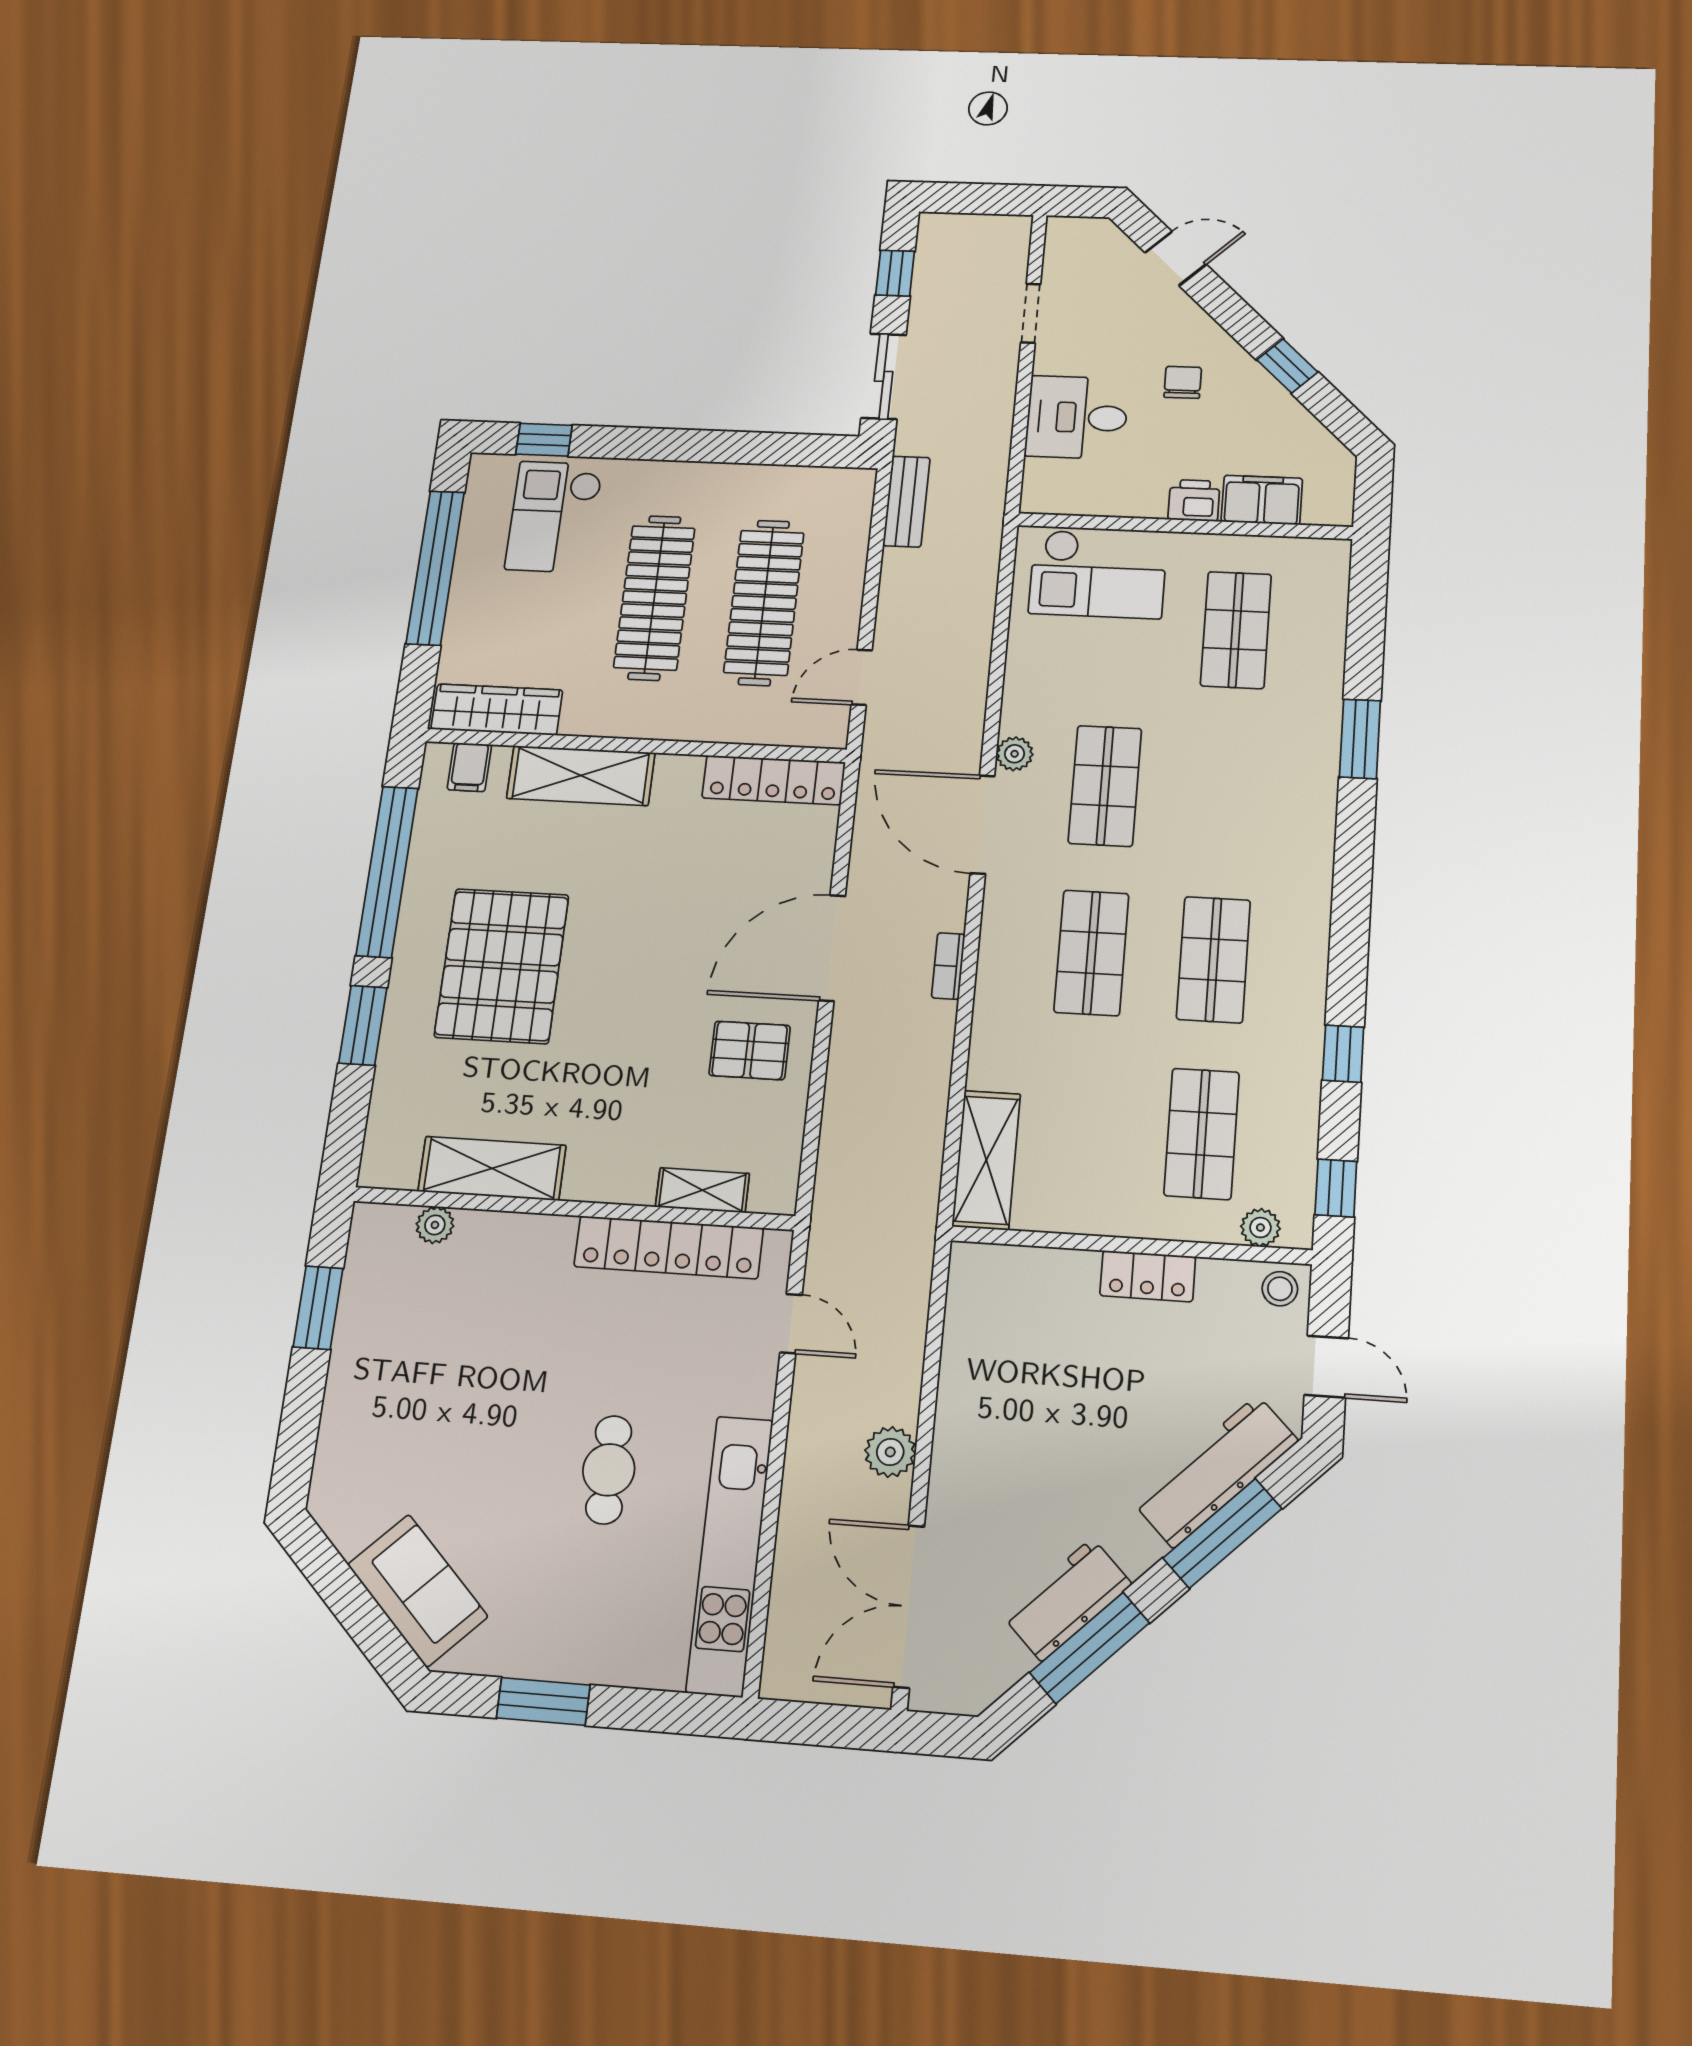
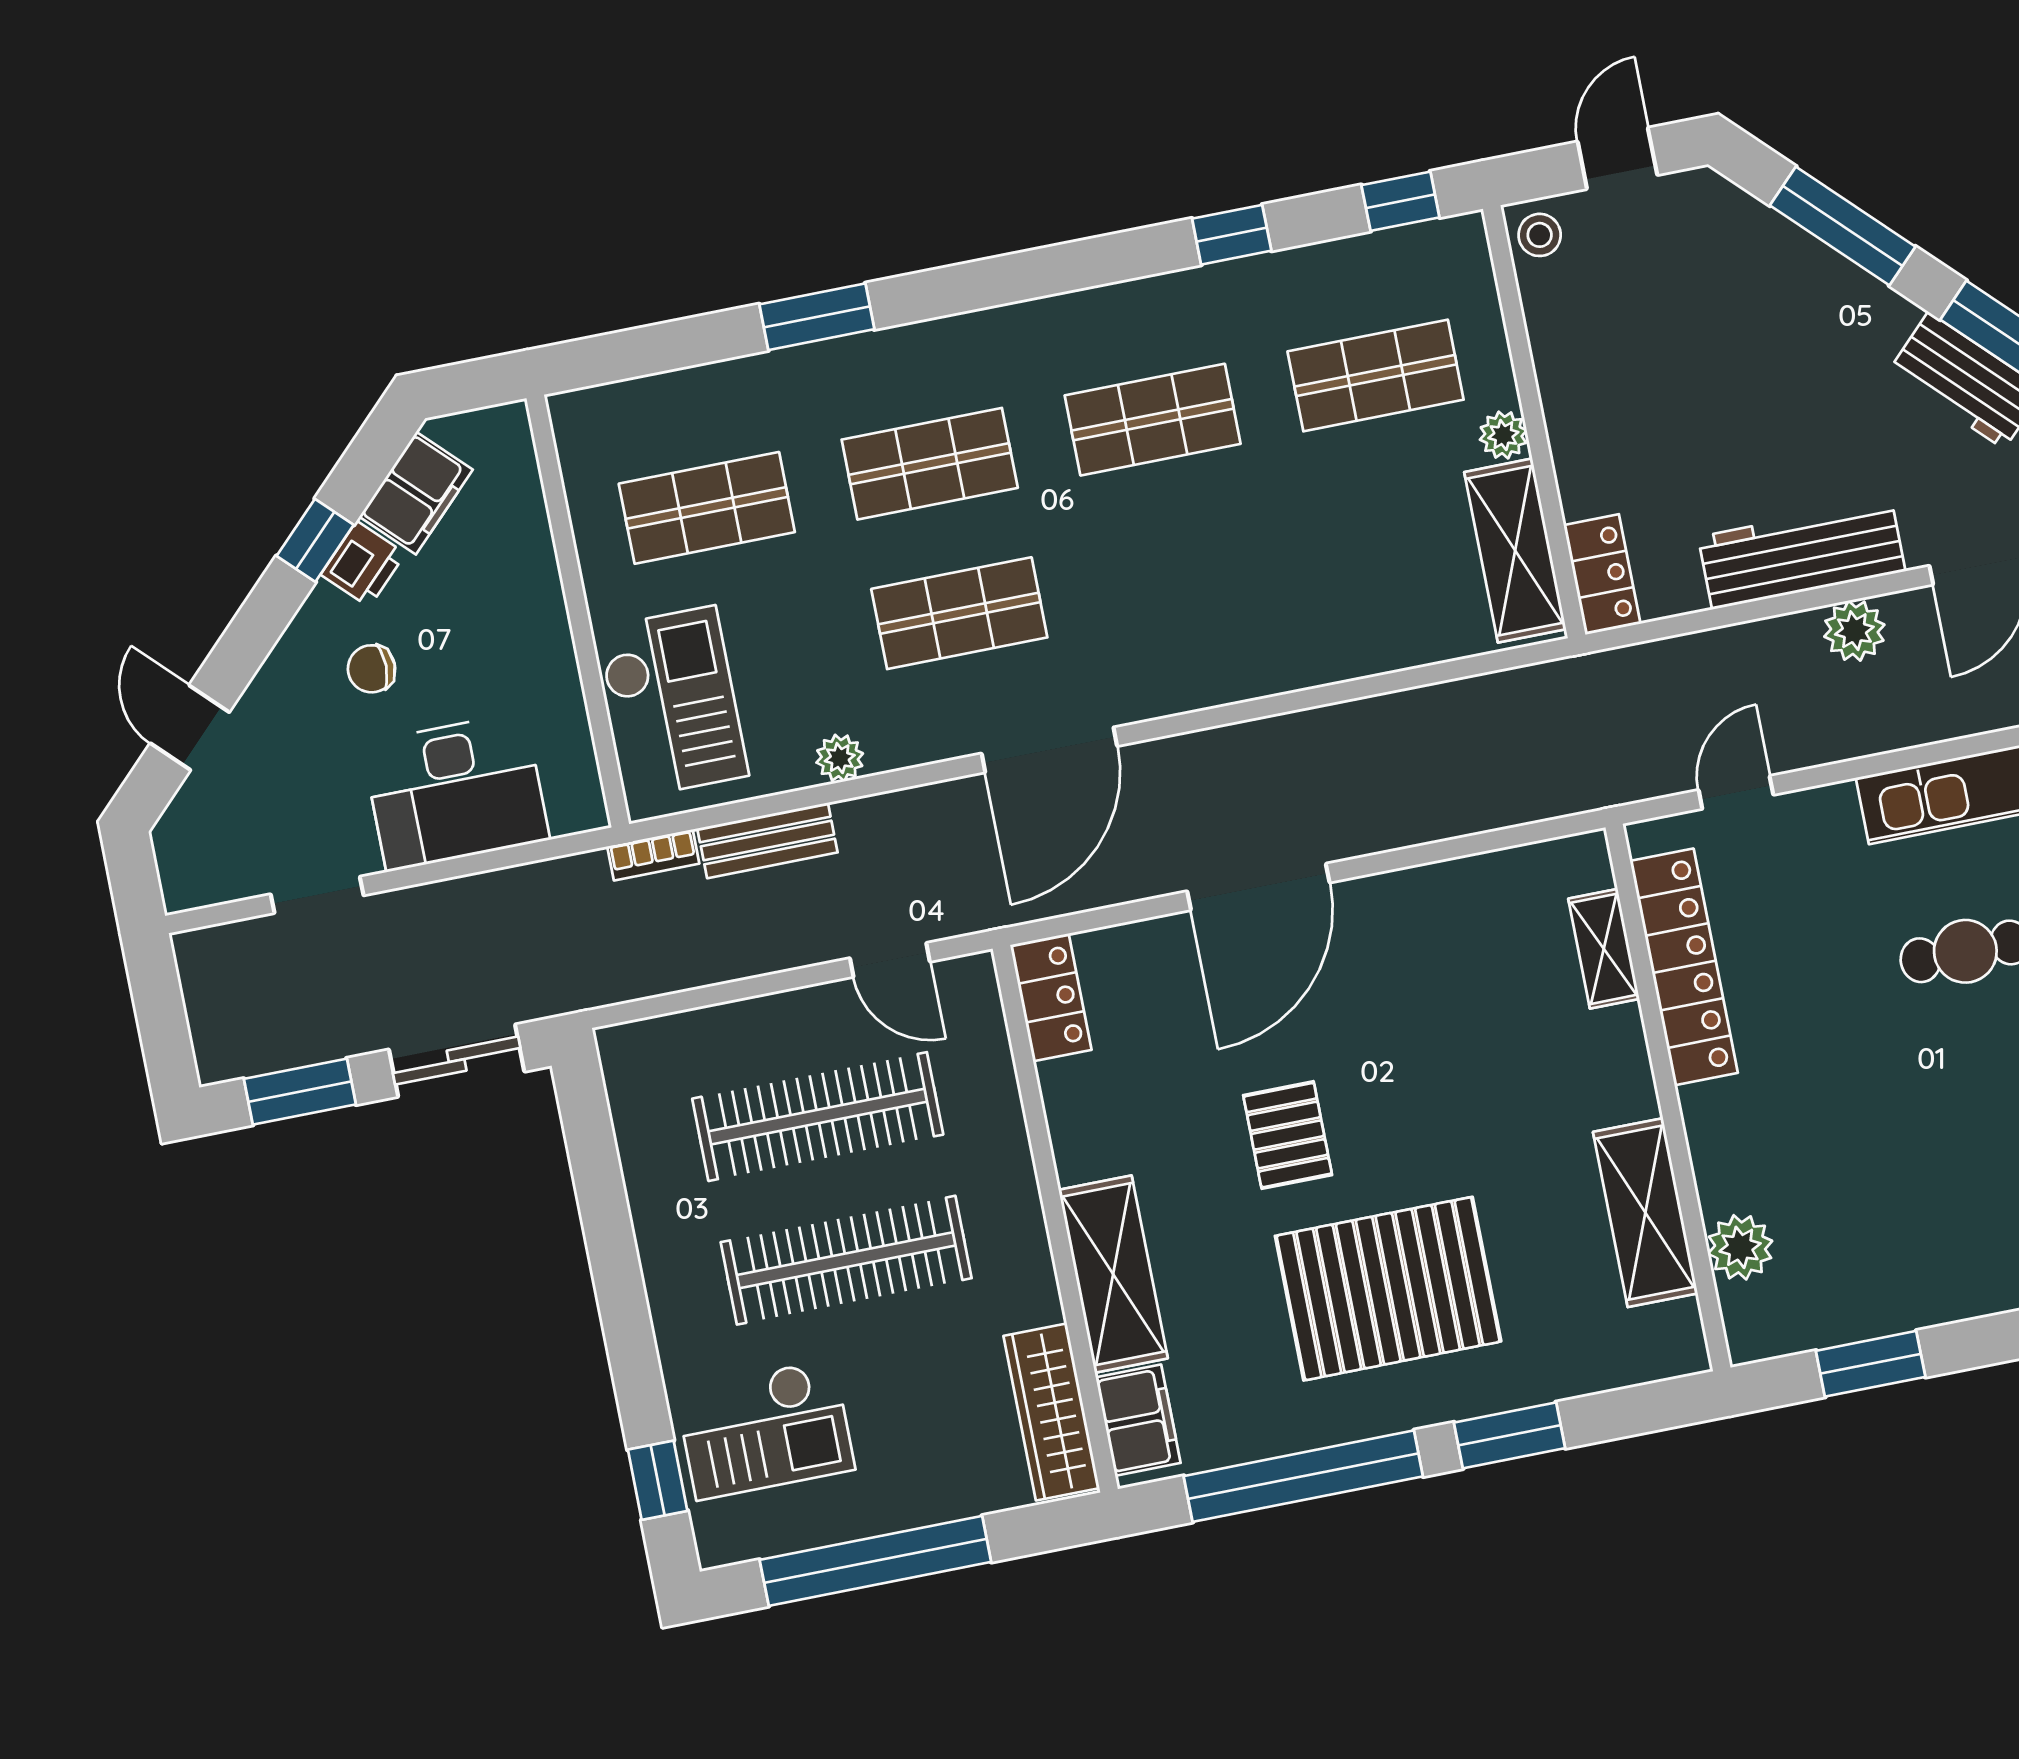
window: (895, 273) -> (300, 1092), width x1.50
desk: (1077, 417) -> (456, 792), width x1.37
printer: (1194, 500) -> (363, 564), moved, turned -135
filing cabinet: (1262, 500) -> (416, 493), moved, turned -135
bench: (906, 501) -> (767, 840), moved
plant: (1015, 754) -> (840, 758), moved
filing cabinet: (469, 767) -> (1138, 1420), width x2.00
locker: (774, 780) -> (1051, 997), width x0.66
door: (832, 948) -> (1258, 887), hinge flipped
shop shelf: (1091, 953) -> (930, 464), moved
bookcase: (948, 966) -> (653, 855), moved
pallet: (750, 1050) -> (1288, 1135), moved
shelving: (986, 1160) -> (1515, 551), moved, turned 90
plant: (435, 1225) -> (1740, 1247), width x1.38, depth x1.38
plant: (1260, 1228) -> (1503, 435), moved
locker: (1148, 1276) -> (1602, 574), moved
workbench: (1215, 1471) -> (1802, 554), moved, turned 135

